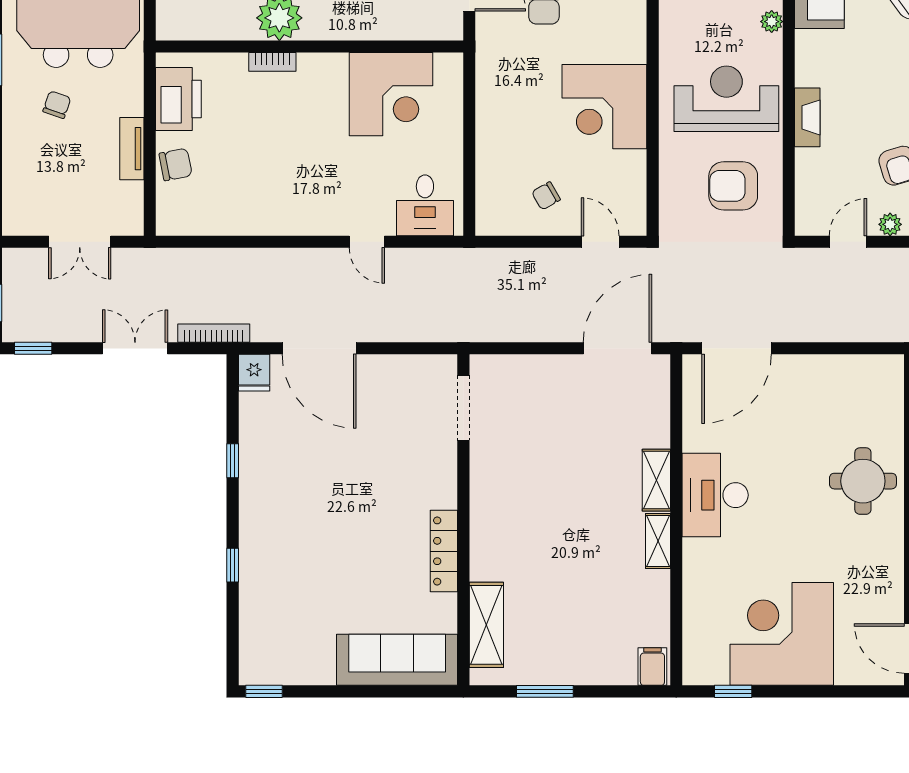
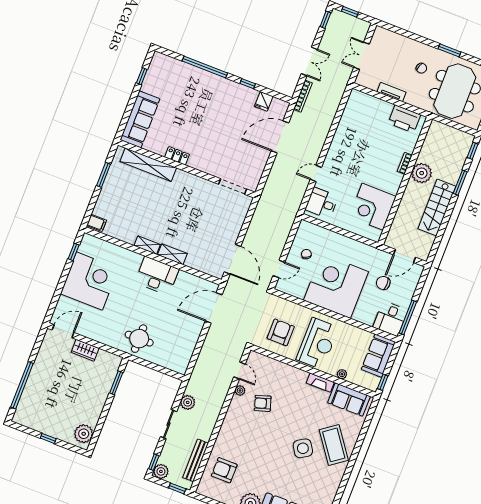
corner desk: (604, 107) -> (336, 286), width x1.36, depth x1.36
fireplace: (807, 117) -> (320, 383), moved
chair: (176, 164) -> (378, 107), removed
door: (737, 348) -> (214, 308), hinge flipped
fridge: (254, 373) -> (264, 101), moved, turned -90
locker: (444, 551) -> (177, 156), width x0.66
window: (233, 565) -> (205, 67), width x3.17
shelving: (486, 625) -> (148, 165), width x1.47
window: (264, 691) -> (142, 76), moved

